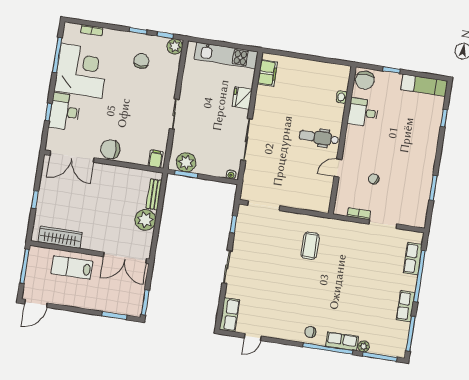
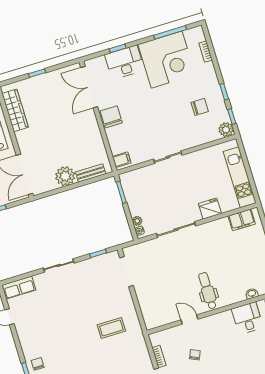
plant: (186, 162) -> (137, 221), moved, width x0.53, depth x0.53

